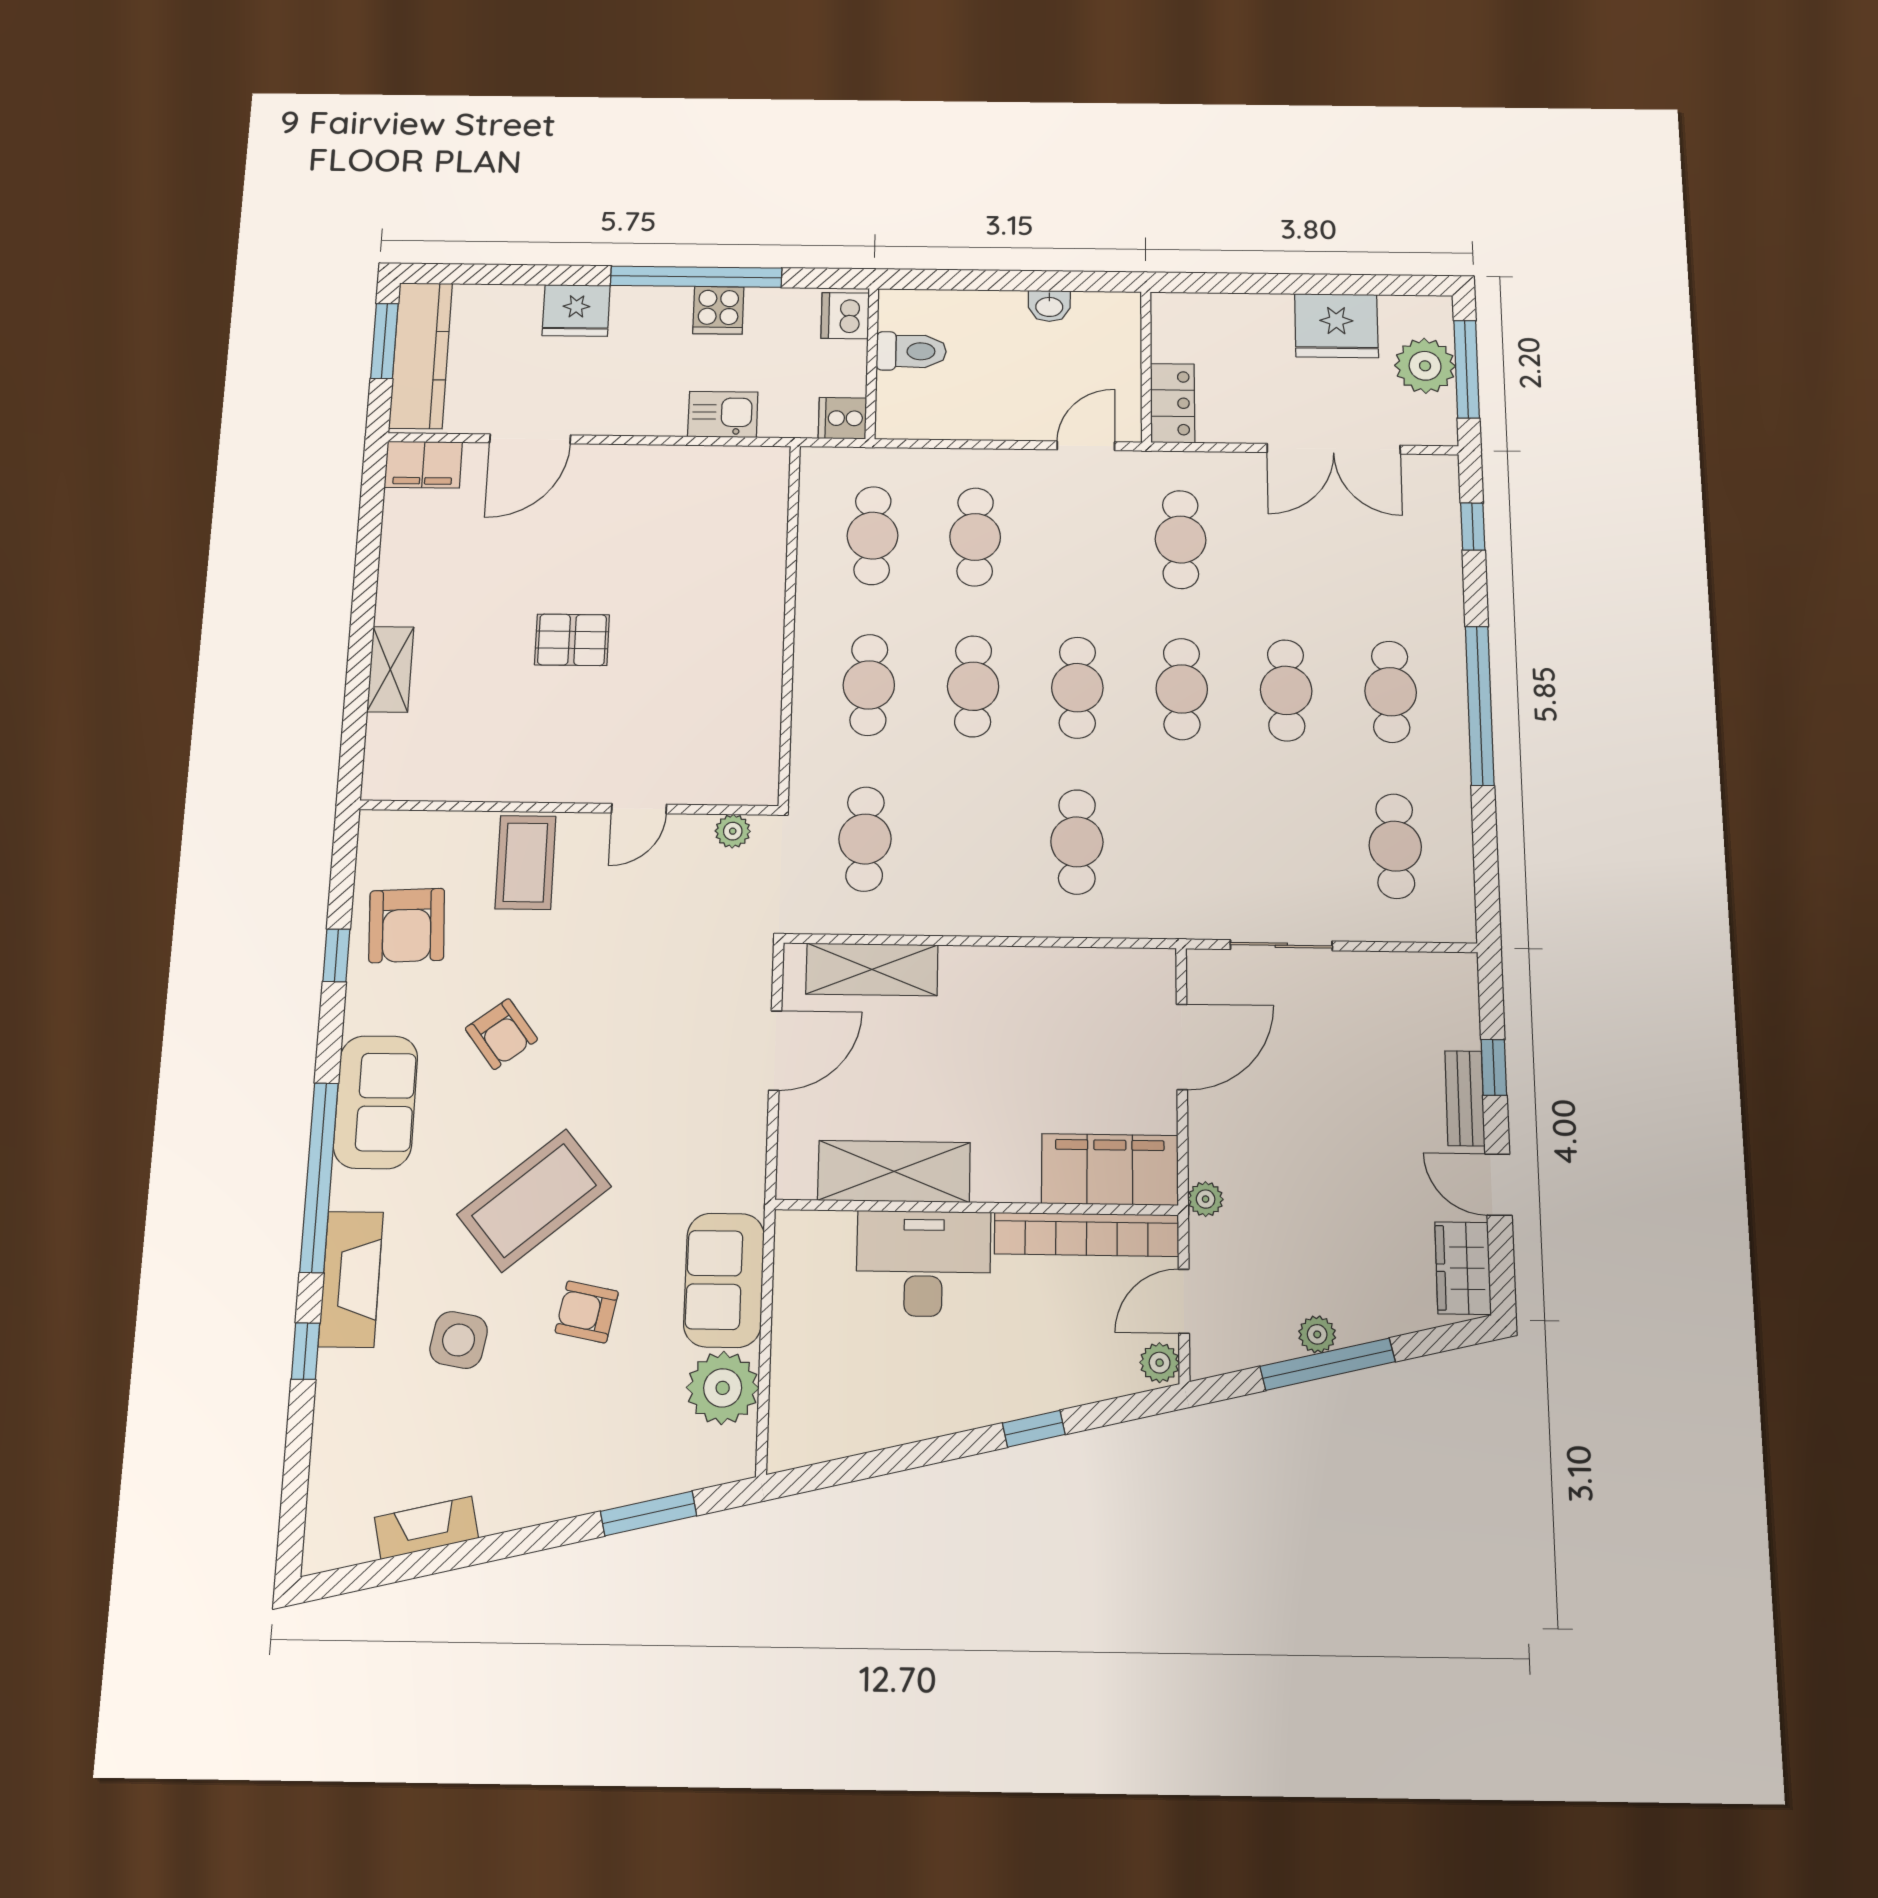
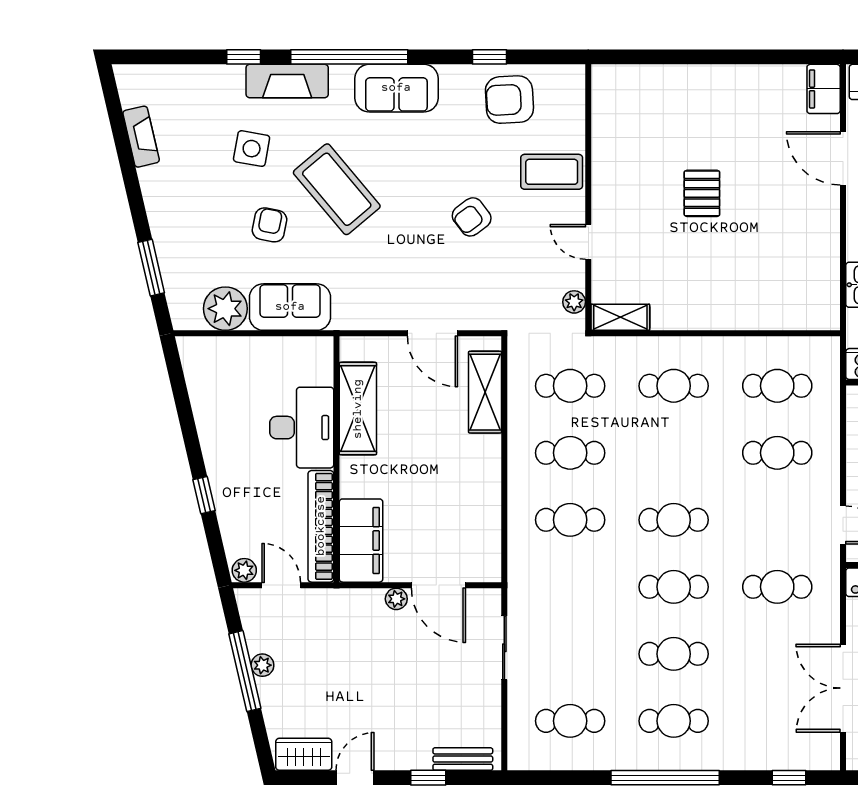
shelving: (390, 669) -> (620, 317), moved
cafe table: (973, 686) -> (570, 453), moved
armchair: (501, 1034) -> (472, 217), moved
bench: (1465, 1098) -> (463, 759), moved
plant: (1206, 1199) -> (396, 599), moved

